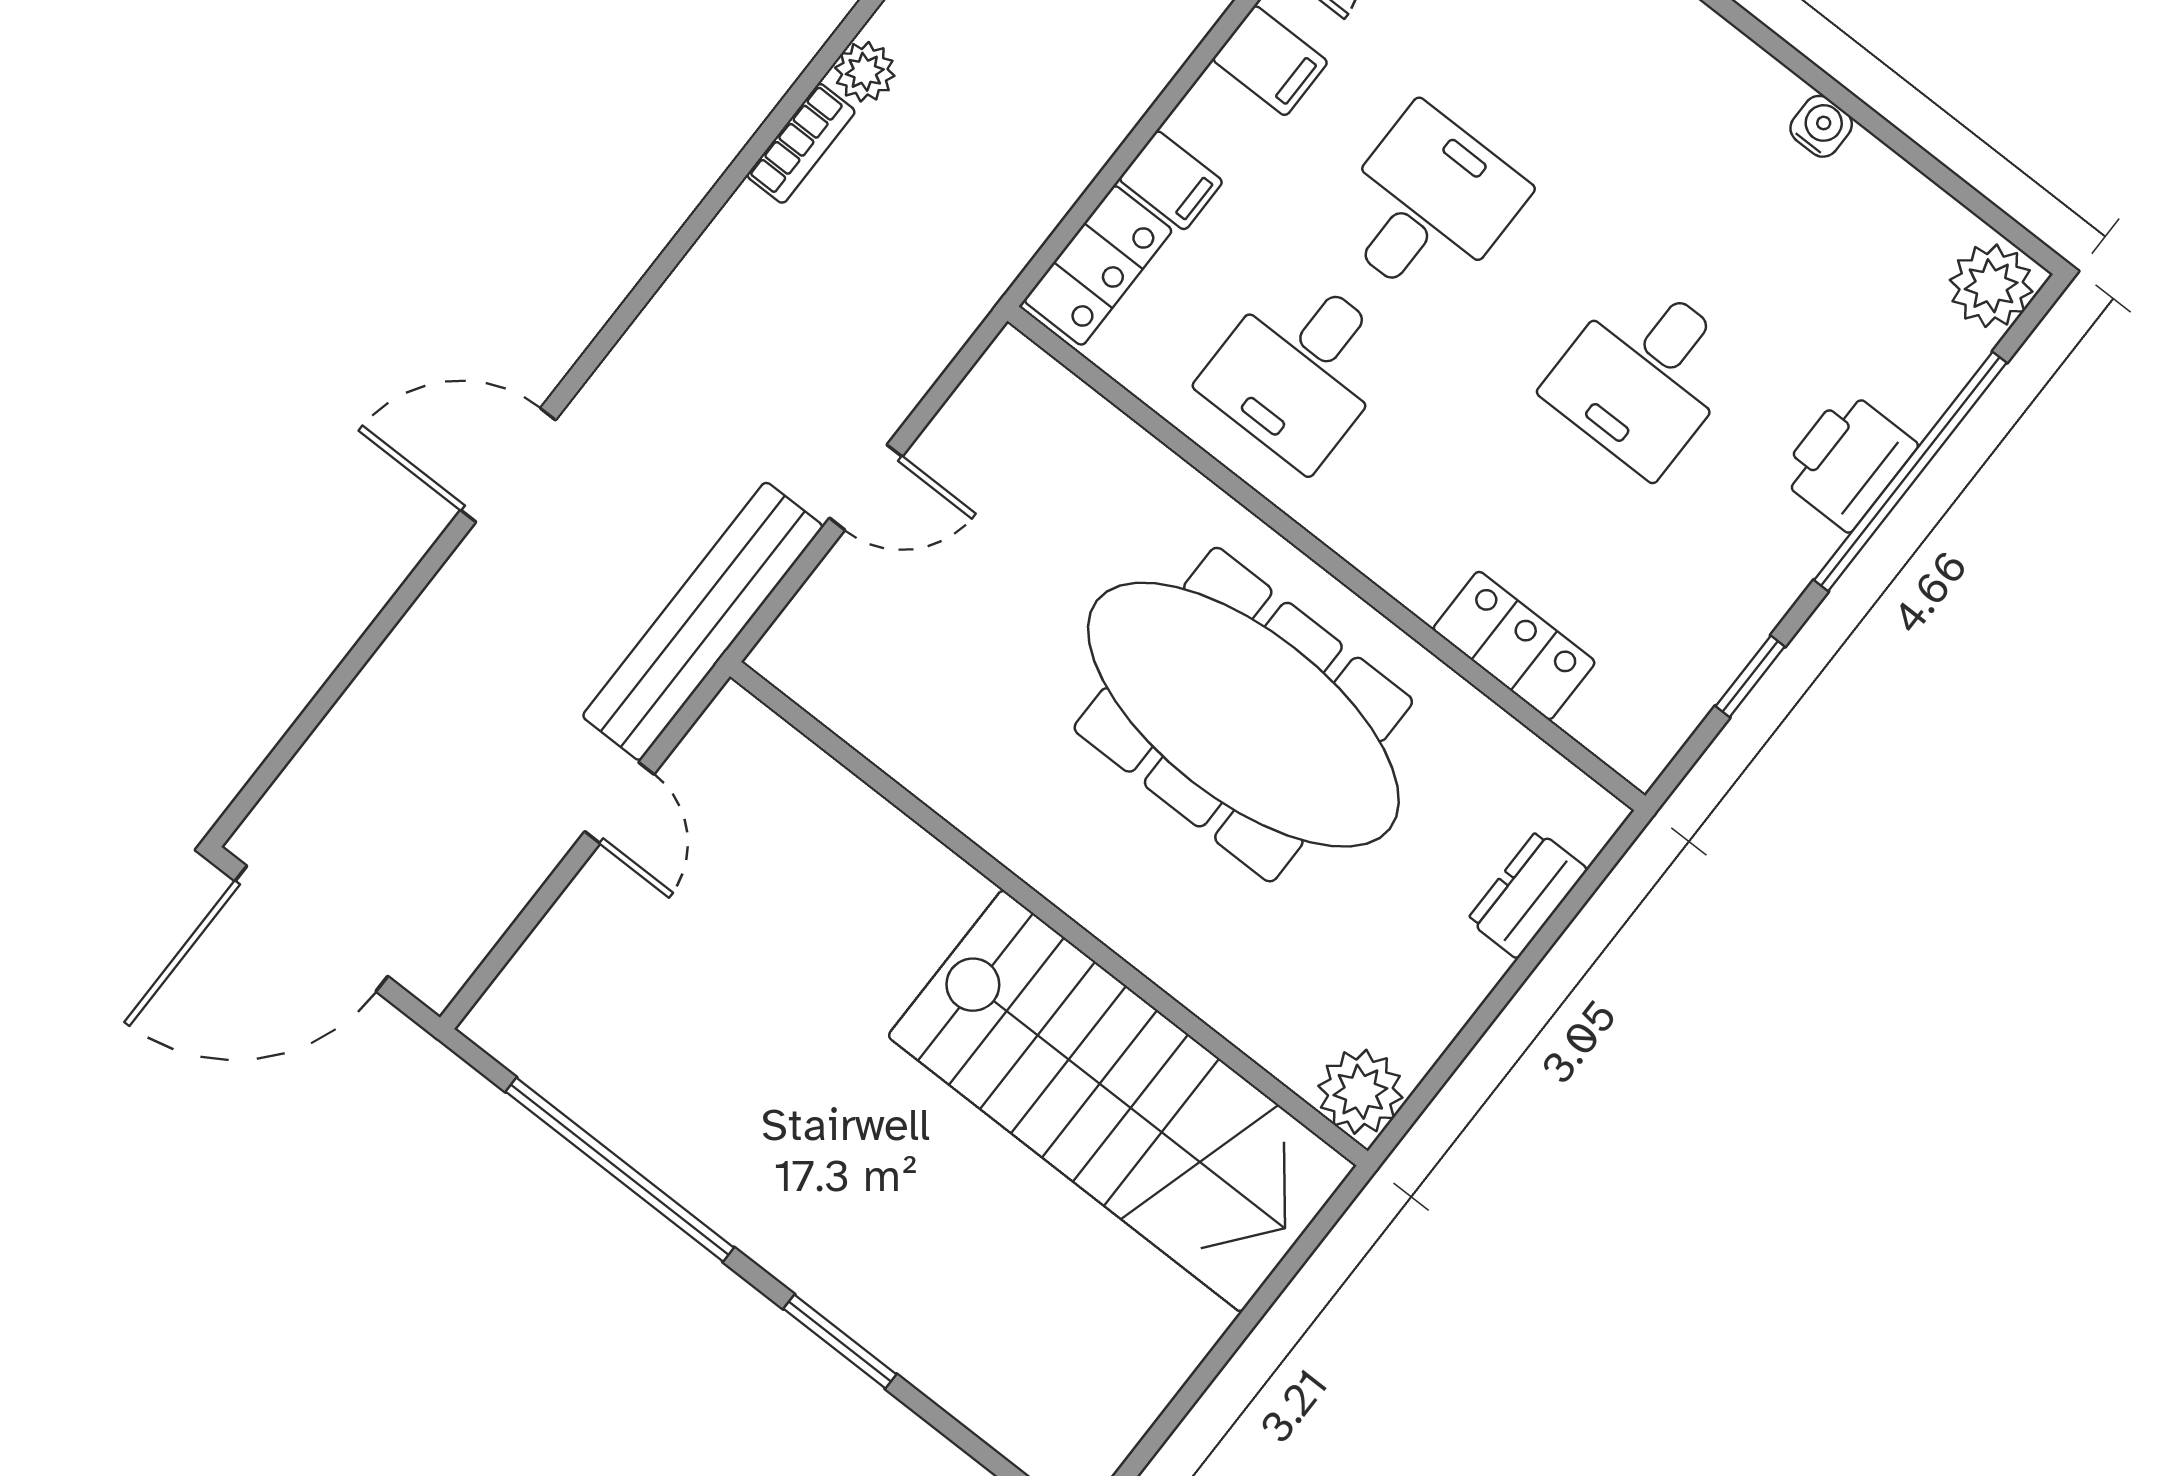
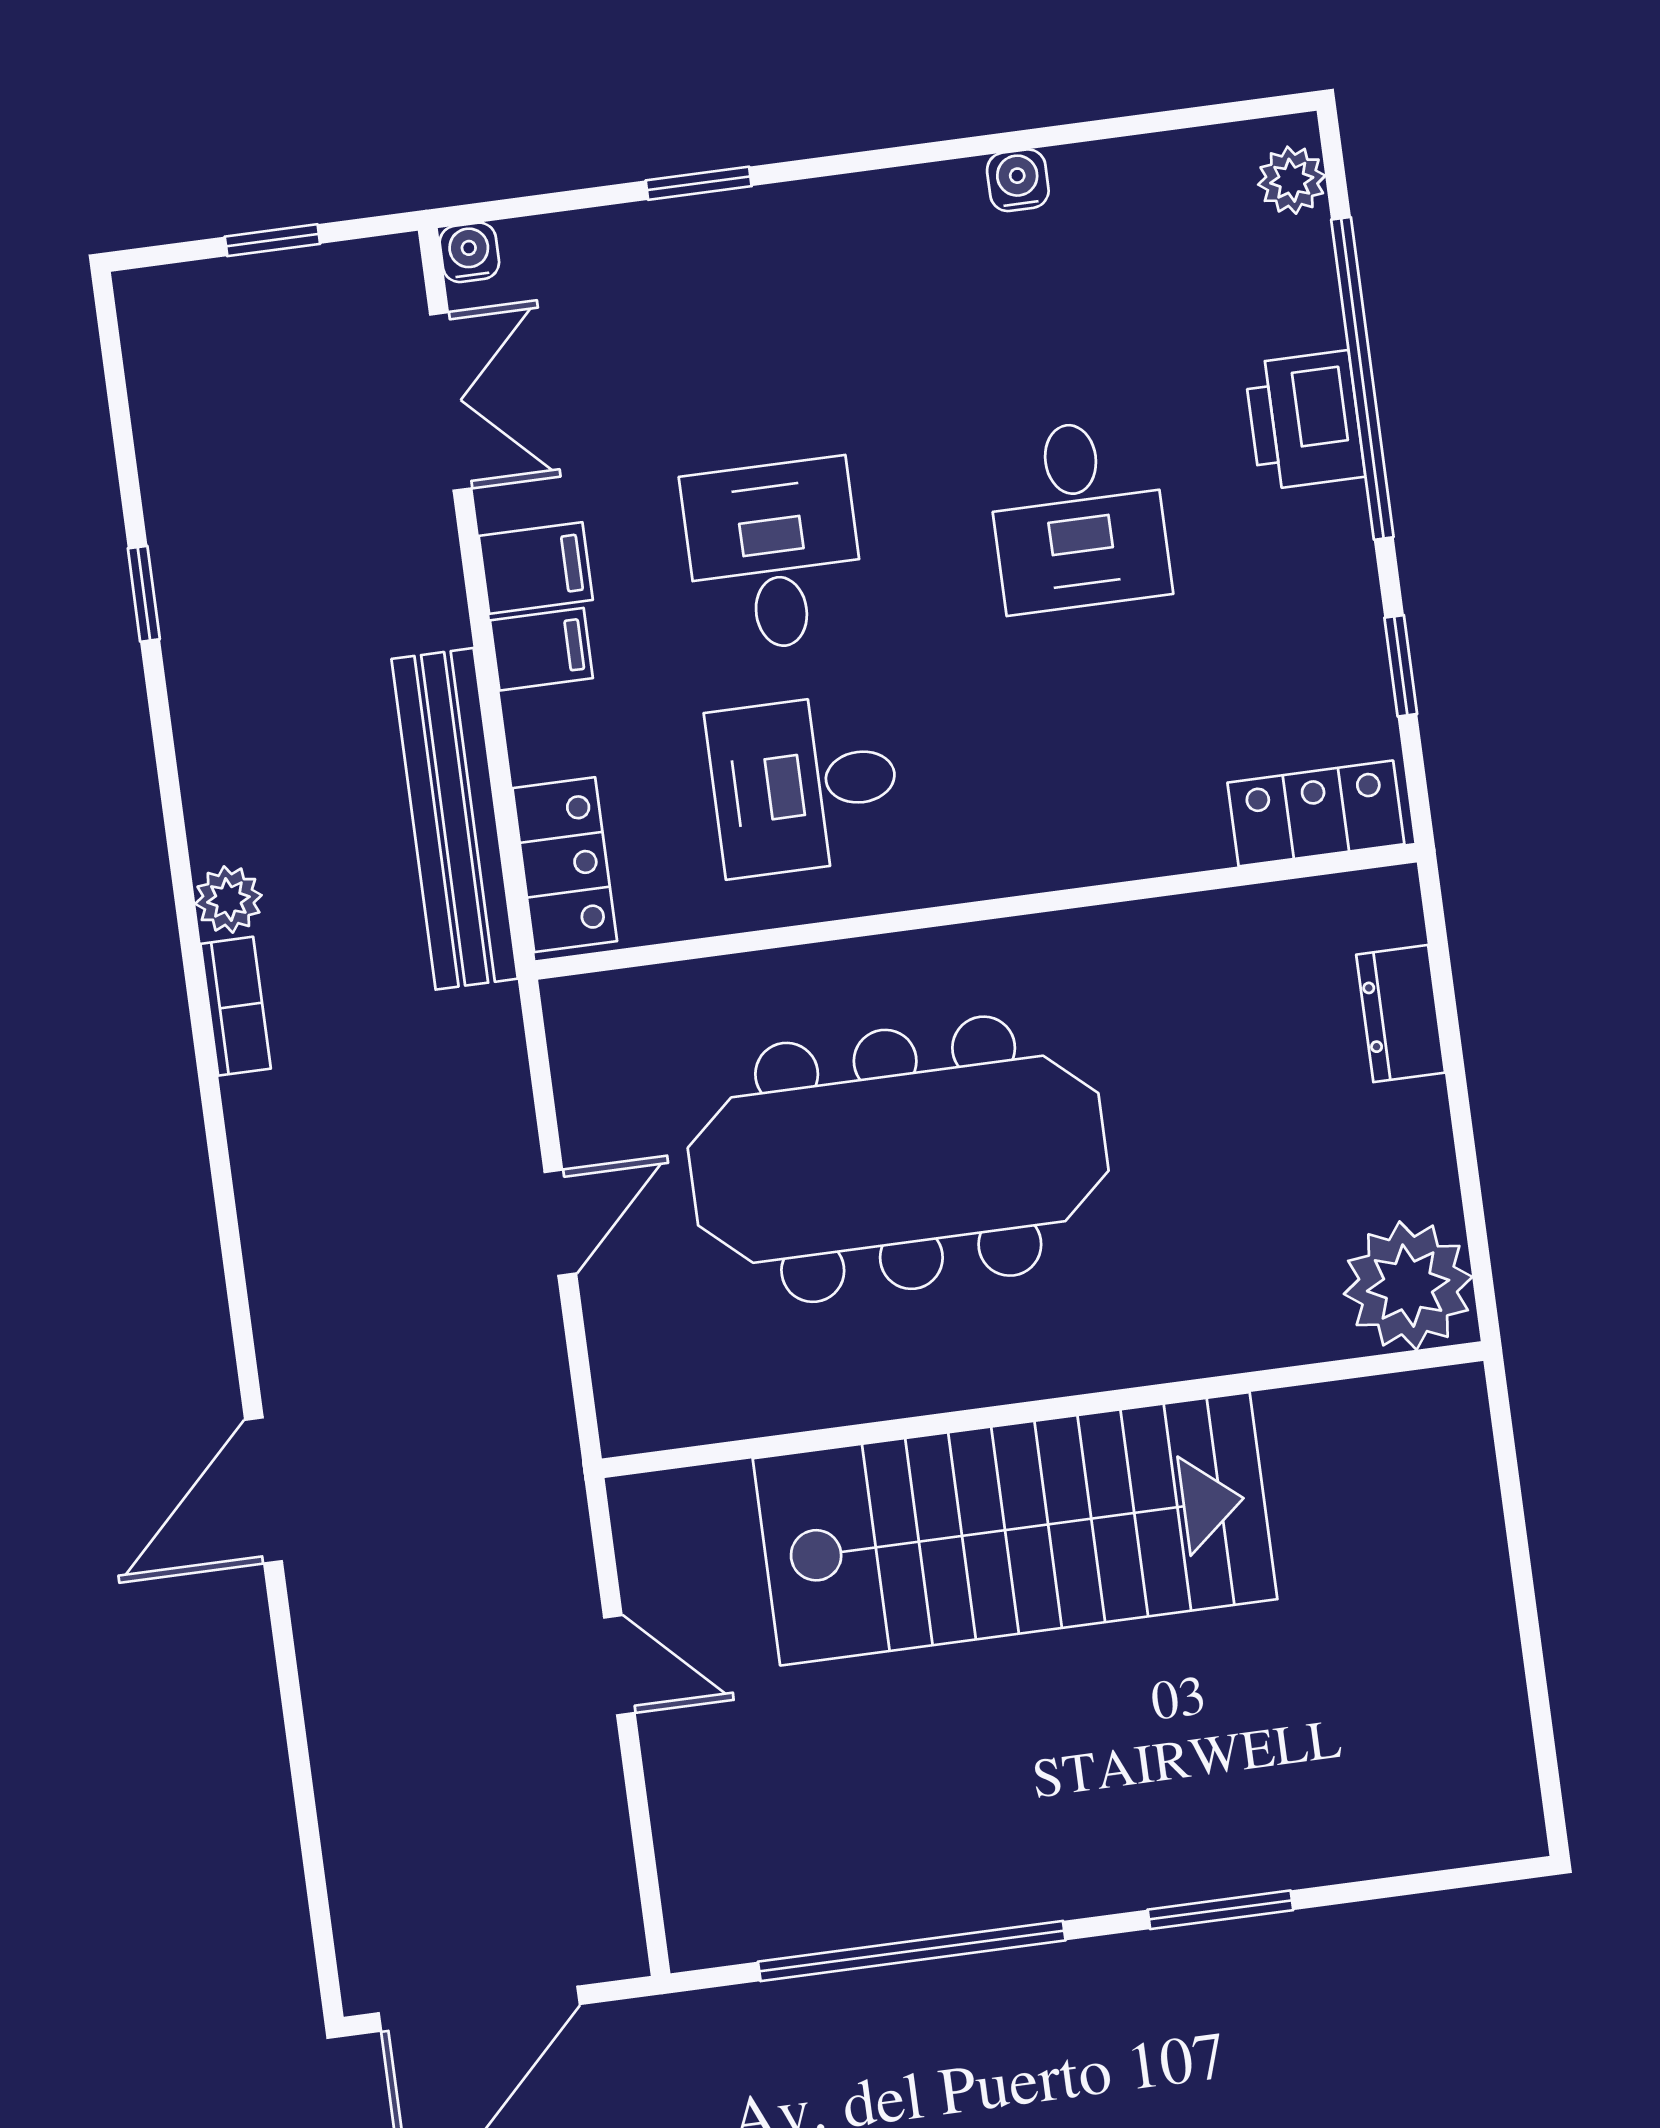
filing cabinet: (1171, 180) -> (541, 649), moved
plant: (1991, 286) -> (1292, 180), width x0.73, depth x0.73
desk: (1300, 369) -> (805, 784), turned 90
bench: (703, 621) -> (455, 819), moved
locker: (1514, 646) -> (1316, 813), moved
meeting table: (1243, 715) -> (898, 1159), moved
plant: (1360, 1092) -> (1408, 1286), width x1.36, depth x1.36
stairs: (1122, 1101) -> (1015, 1529), moved

